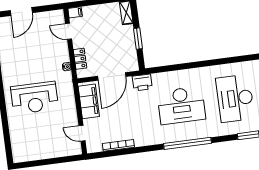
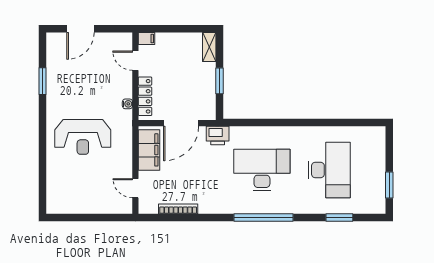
locker: (80, 59) -> (145, 96), width x1.53
desk: (235, 98) -> (329, 170), turned 180
desk: (181, 105) -> (262, 170), turned 180

